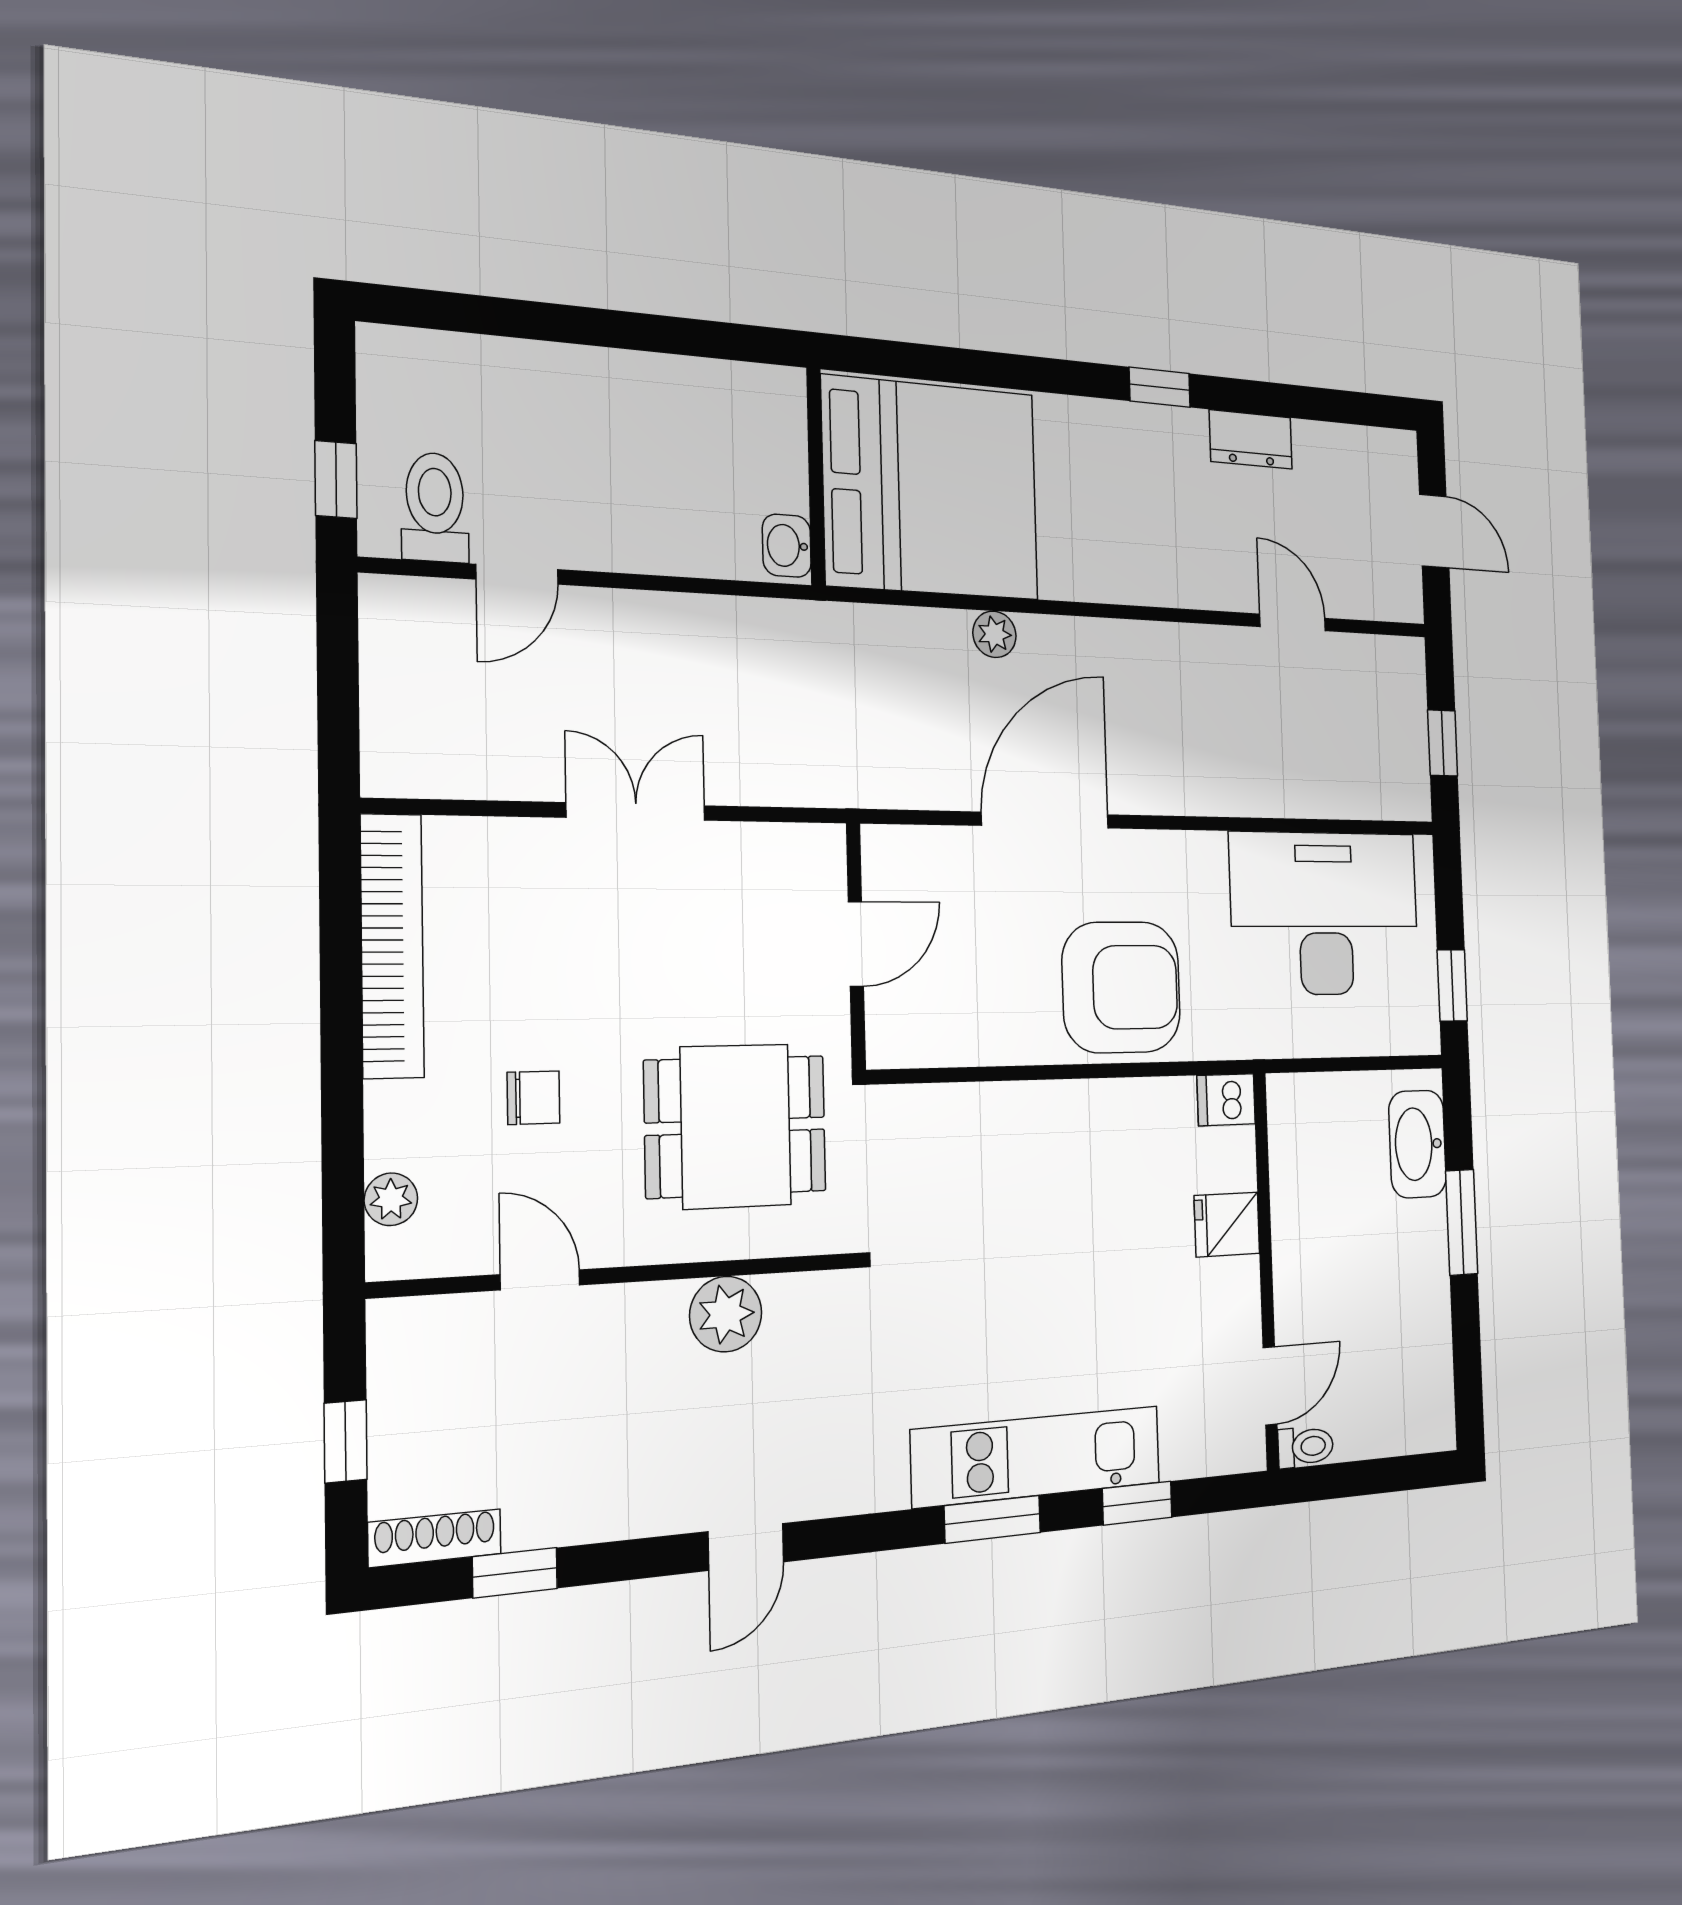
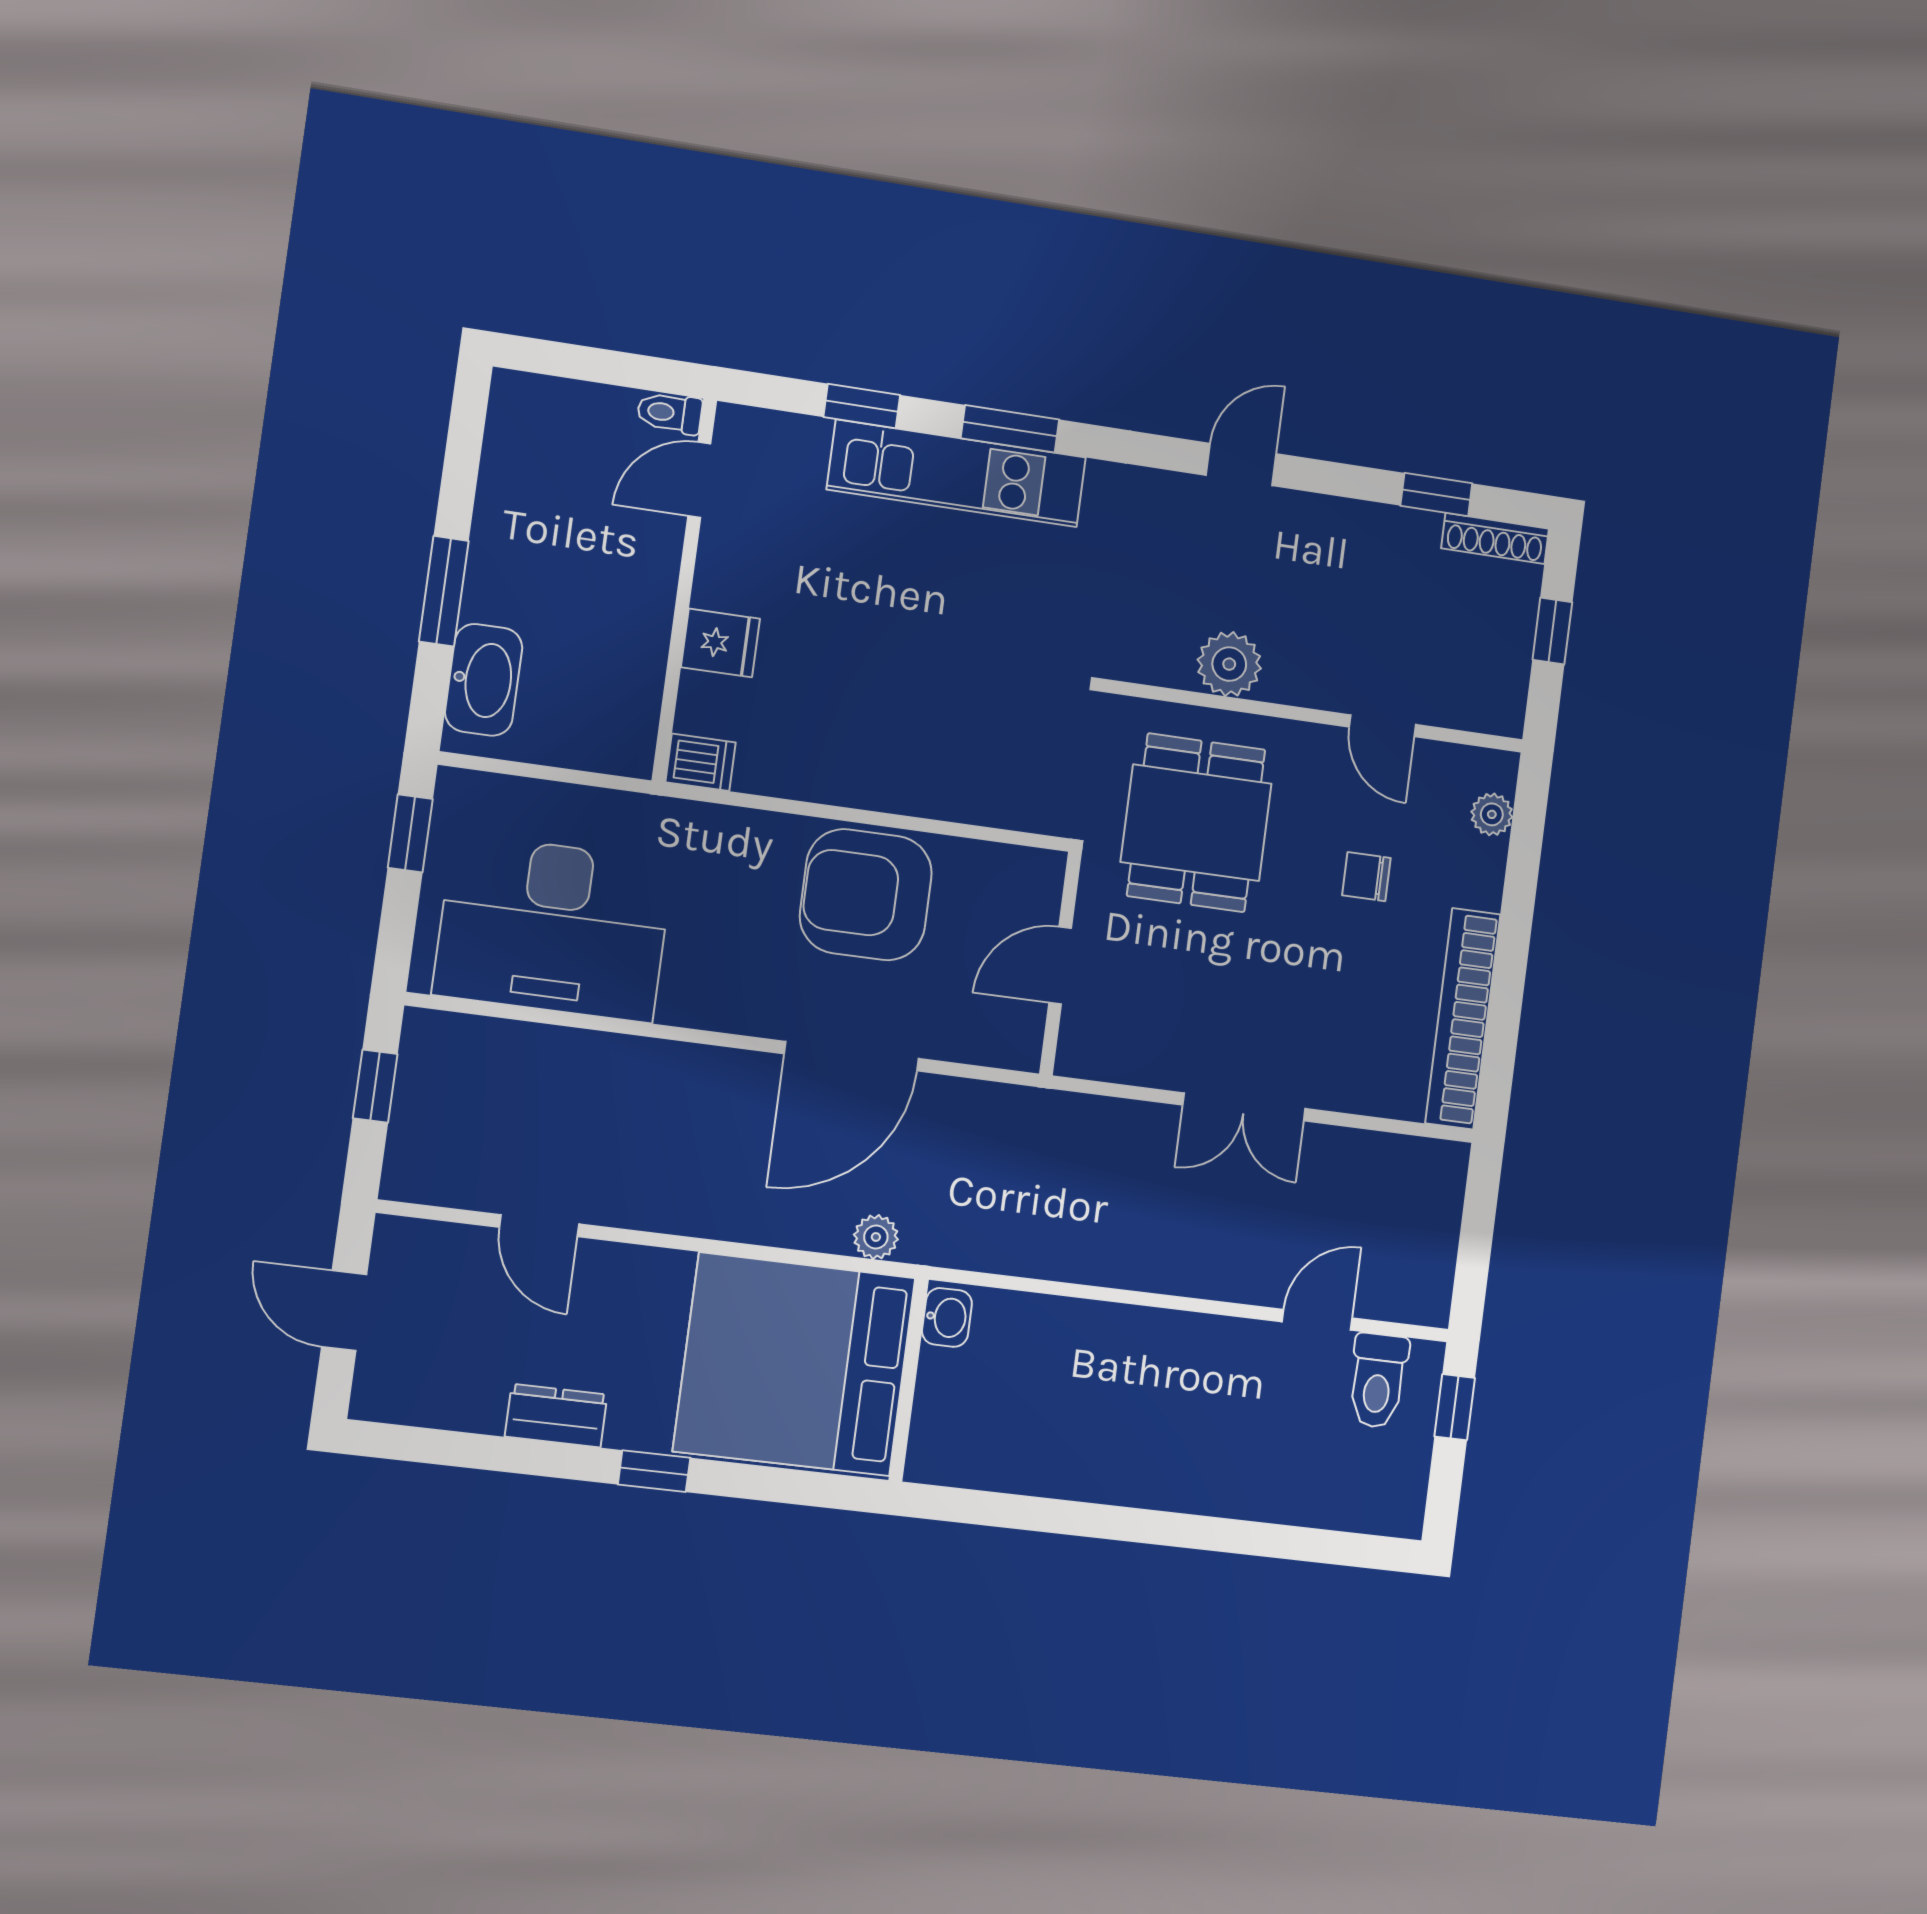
wall: (816, 477) -> (909, 1380), moved
bed: (931, 488) -> (794, 1364), moved
washbasin: (787, 546) -> (947, 1317), moved
armchair: (1121, 987) -> (866, 895), moved
dining table: (736, 1126) -> (1196, 823), turned 90

